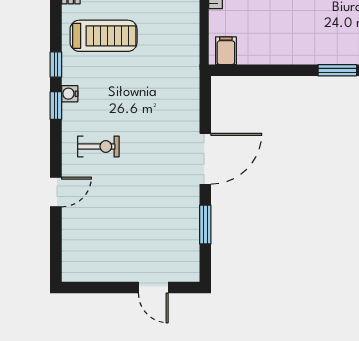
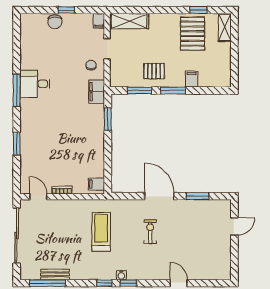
treadmill: (104, 36) -> (101, 232), moved
exercise bike: (98, 146) -> (150, 232), moved

